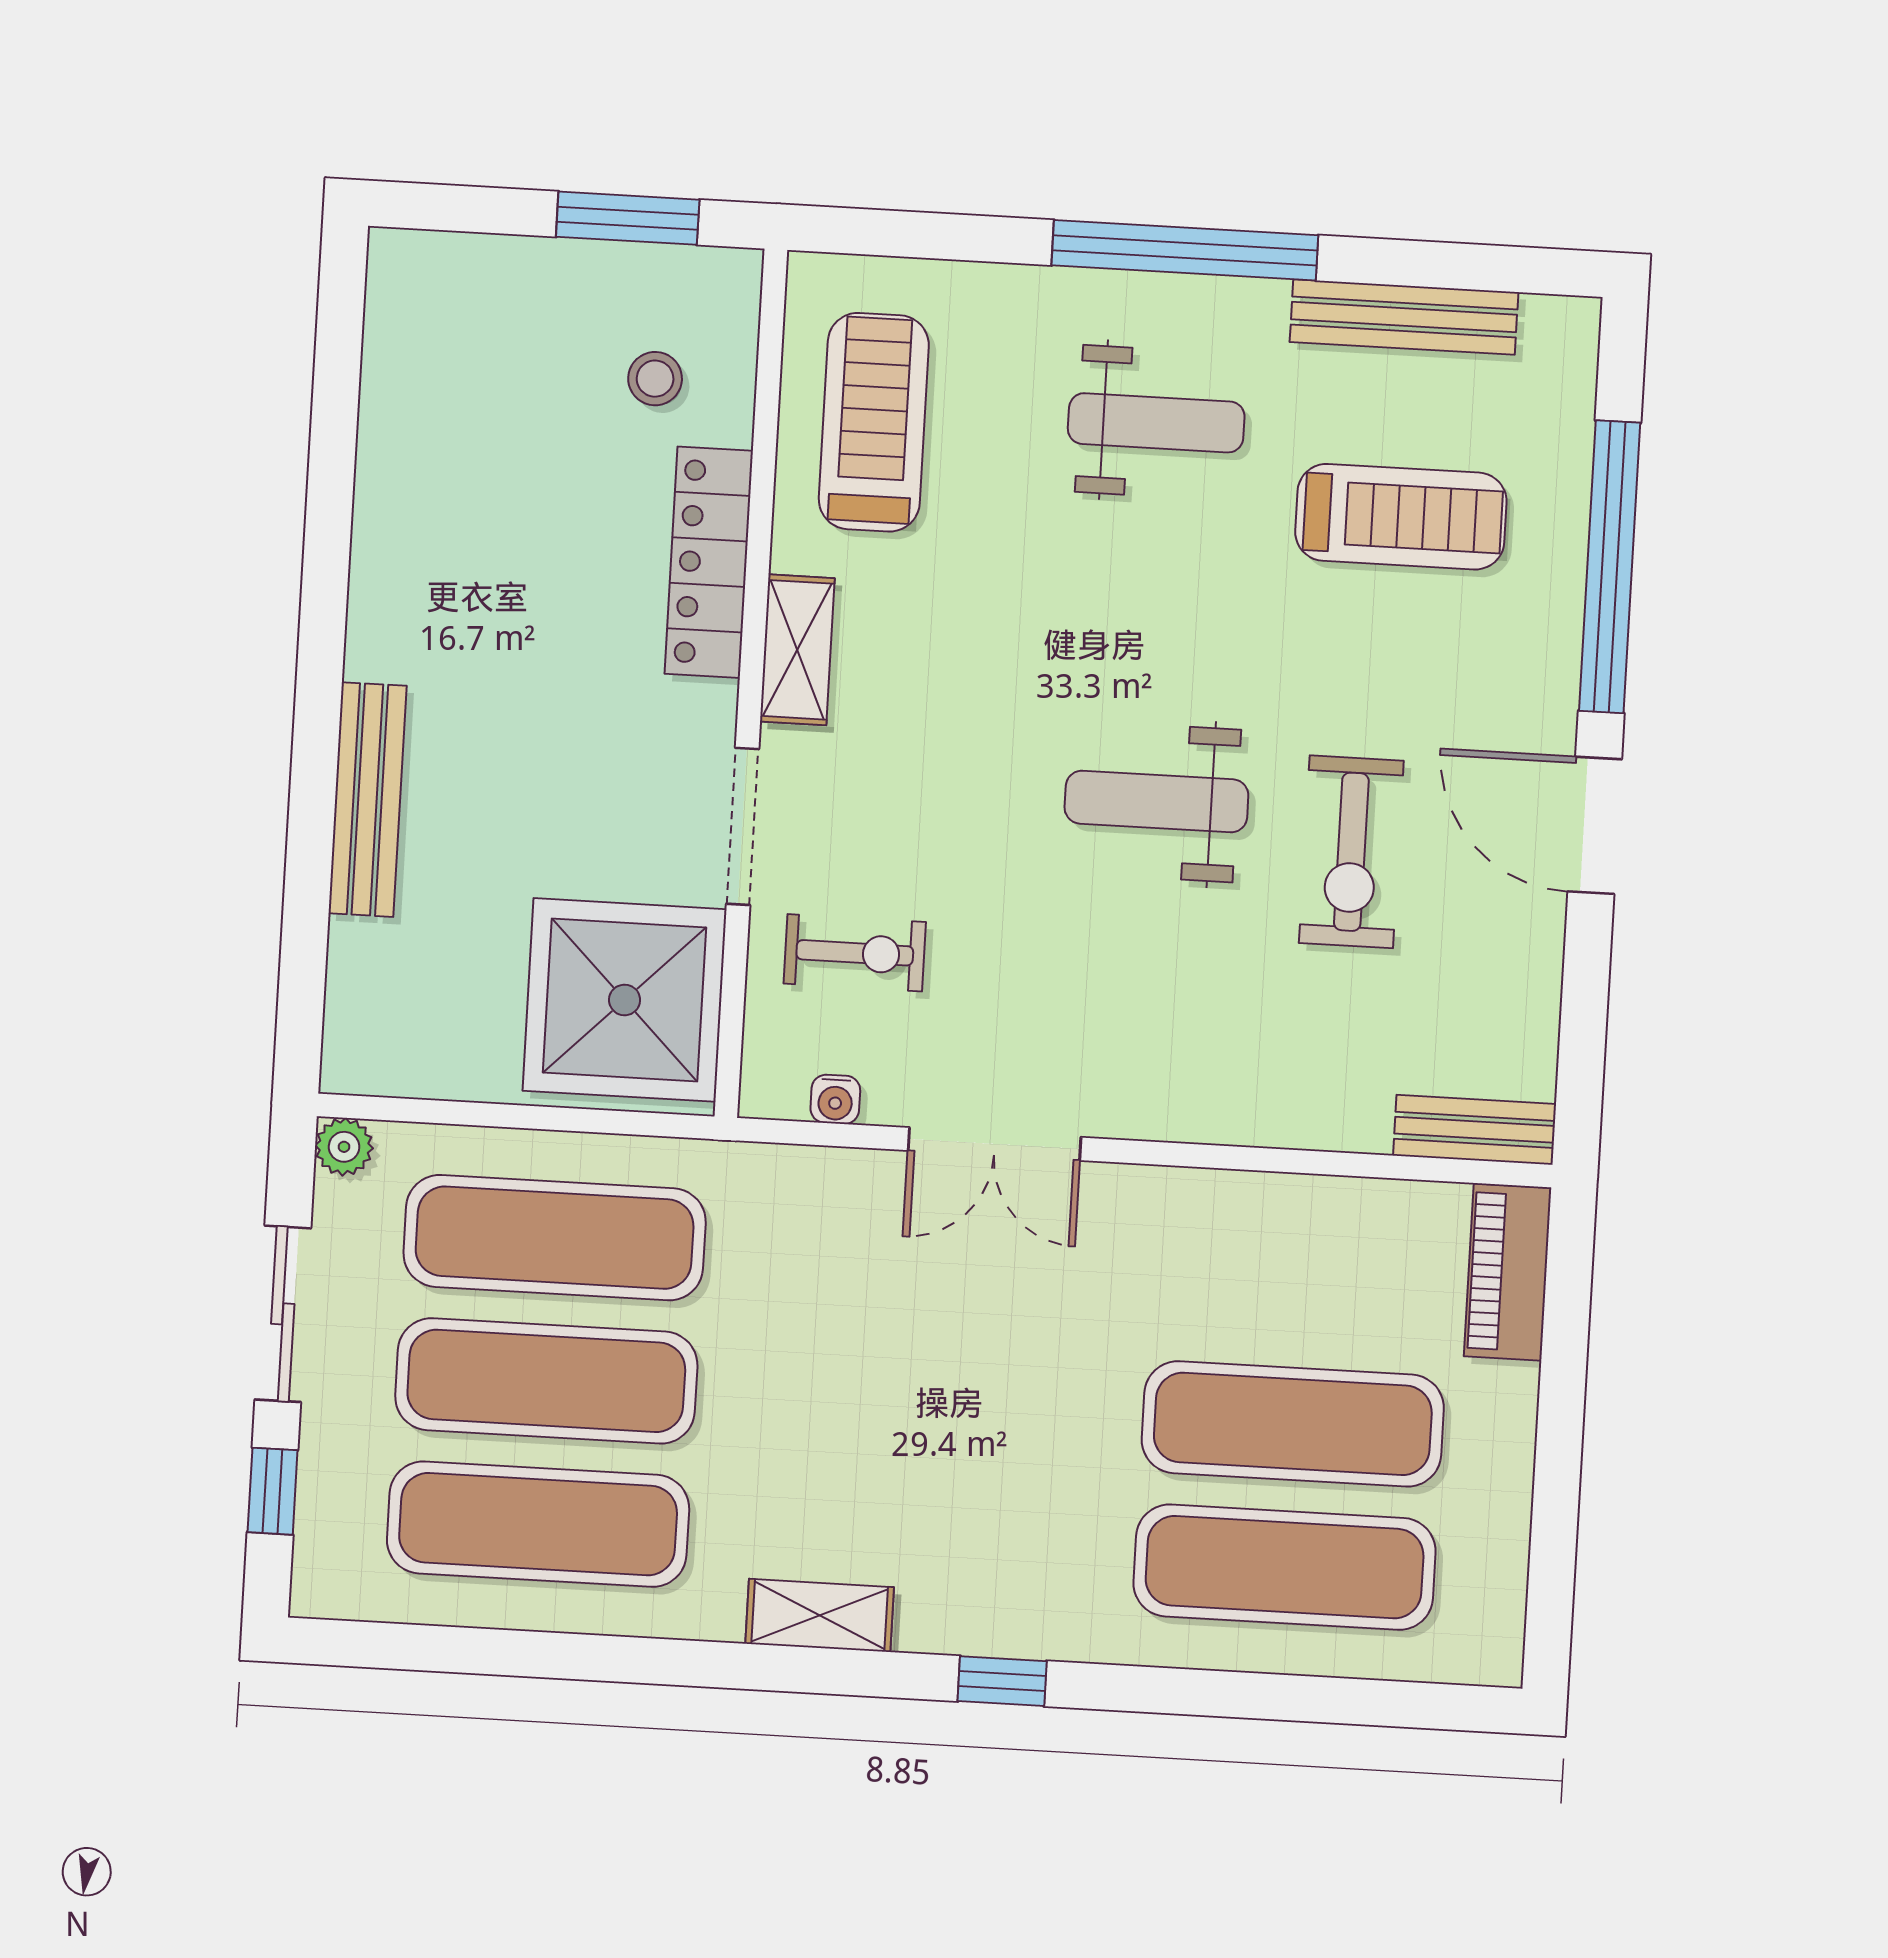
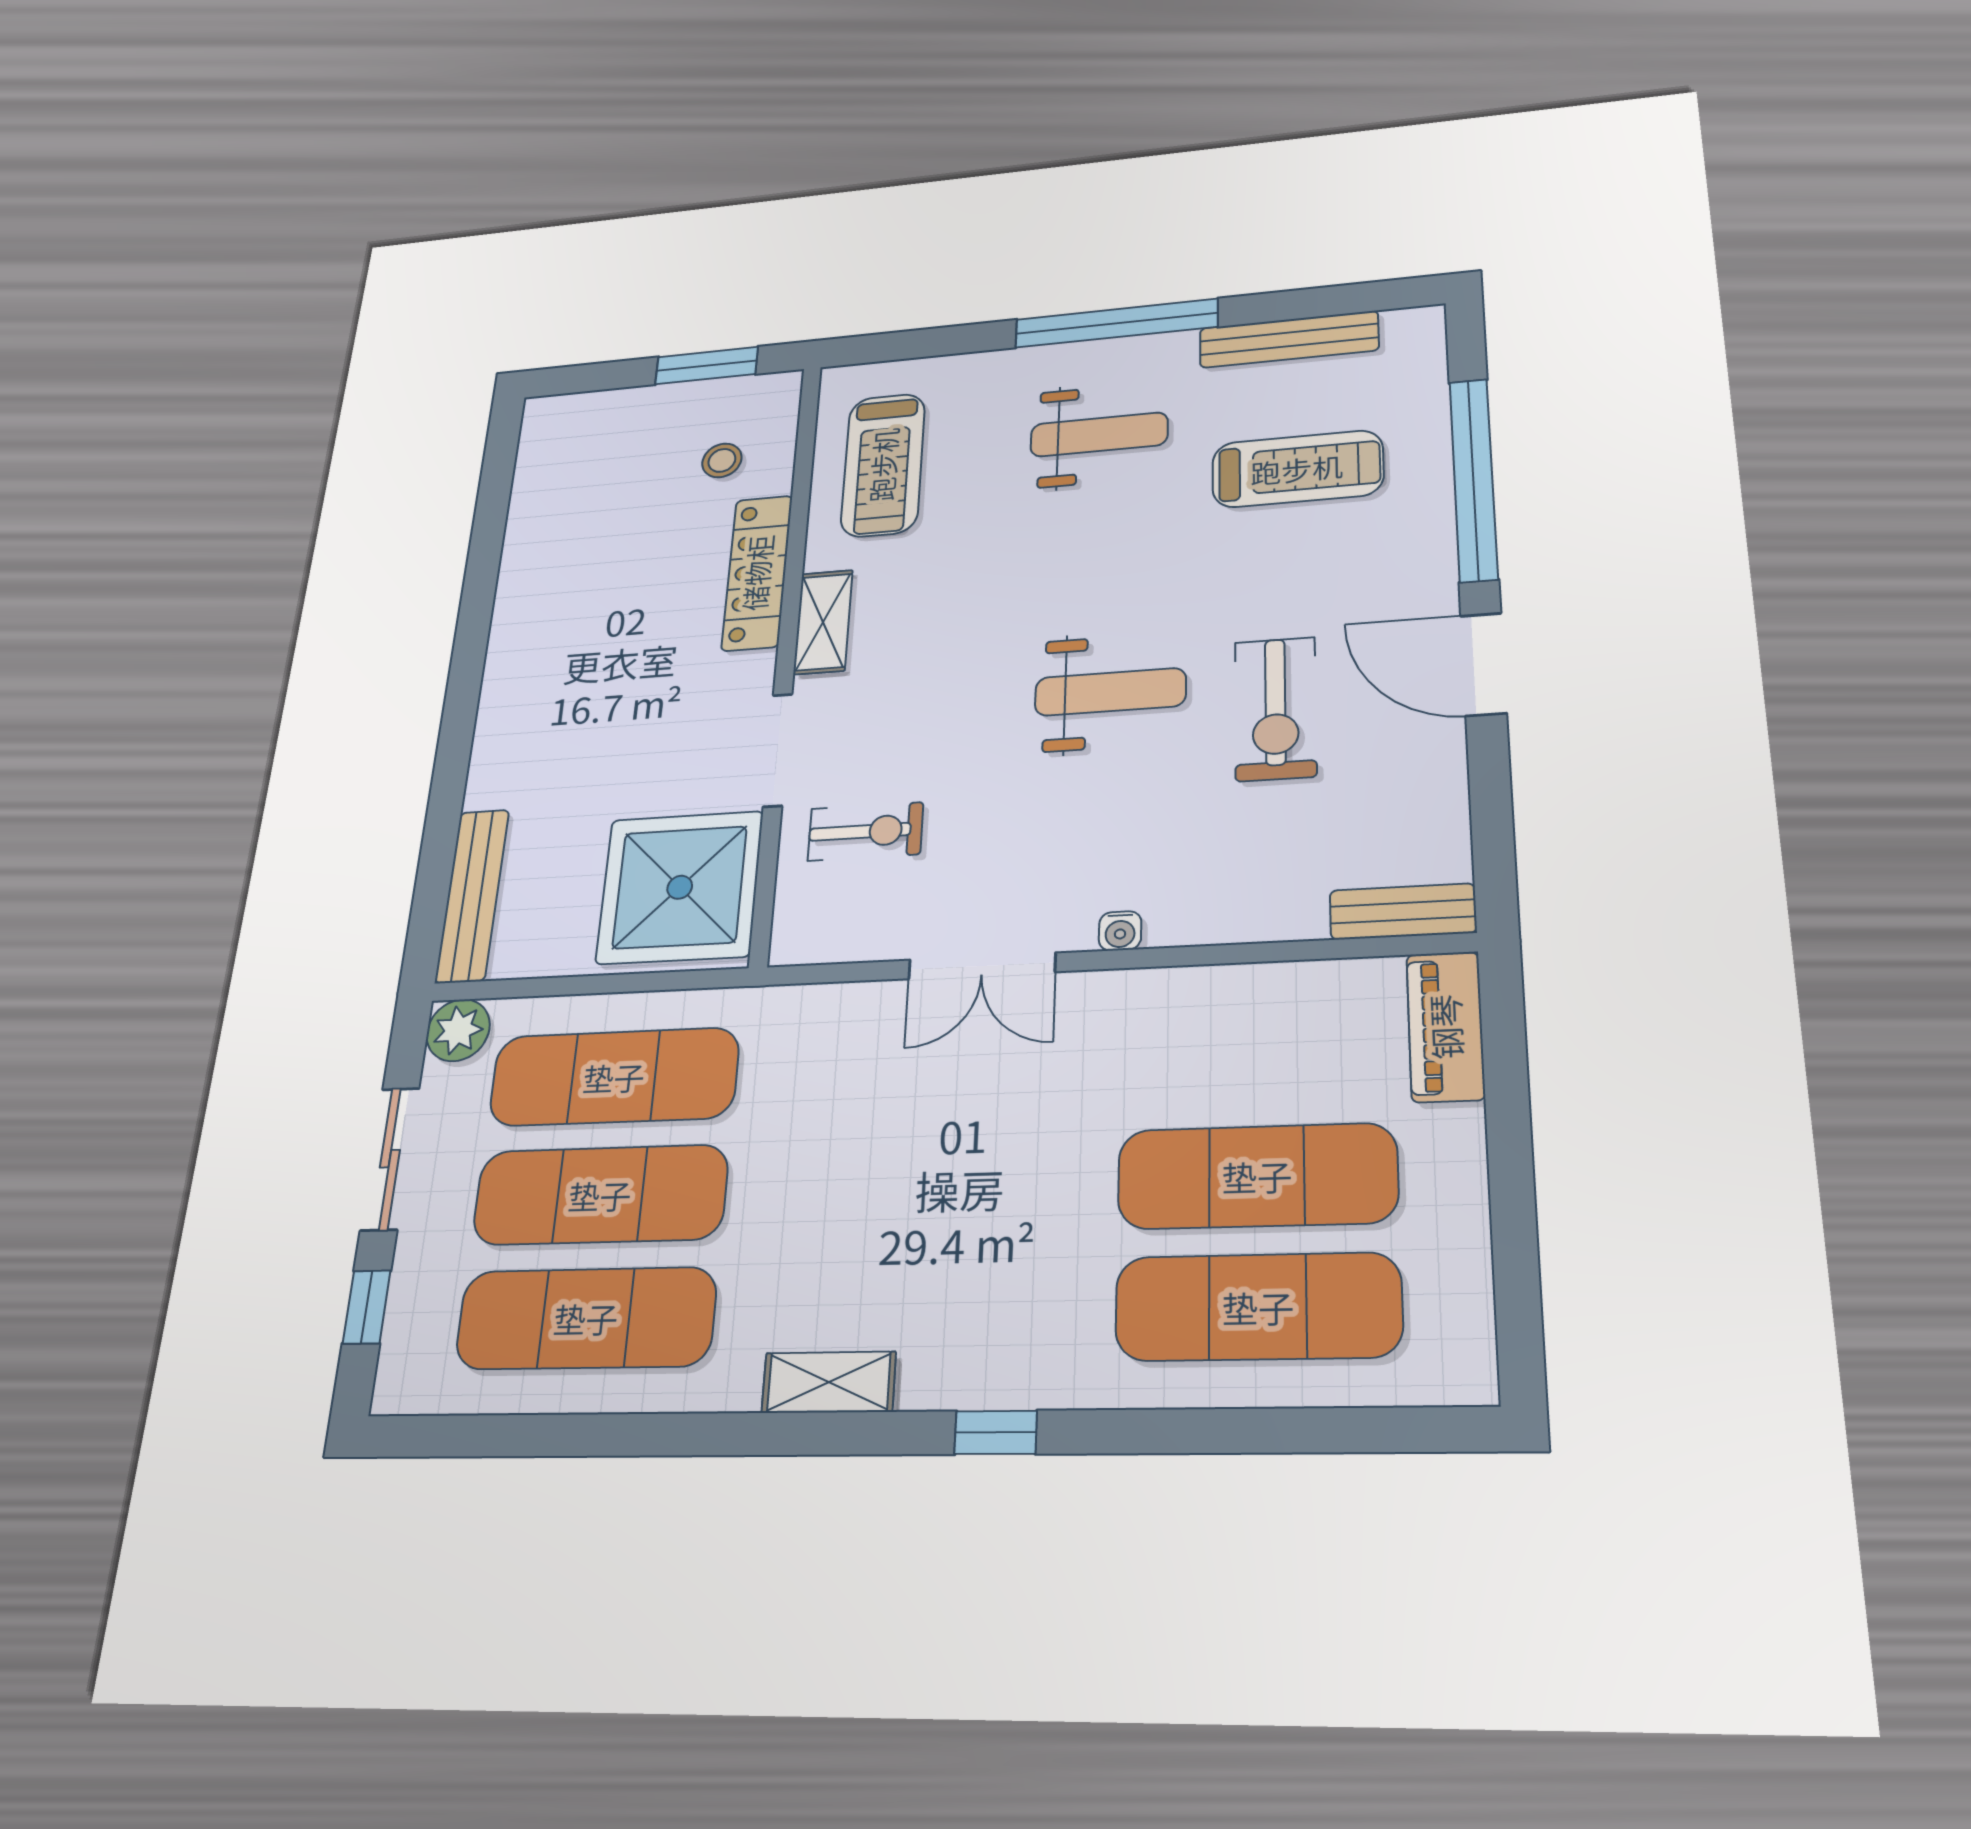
treadmill: (874, 422) -> (883, 465), turned 180
bench: (367, 800) -> (472, 895), moved
weight bench: (1156, 801) -> (1110, 692), turned 180
water cooler: (835, 1099) -> (1120, 931), moved
plant: (344, 1147) -> (458, 1030), width x1.38, depth x1.38

